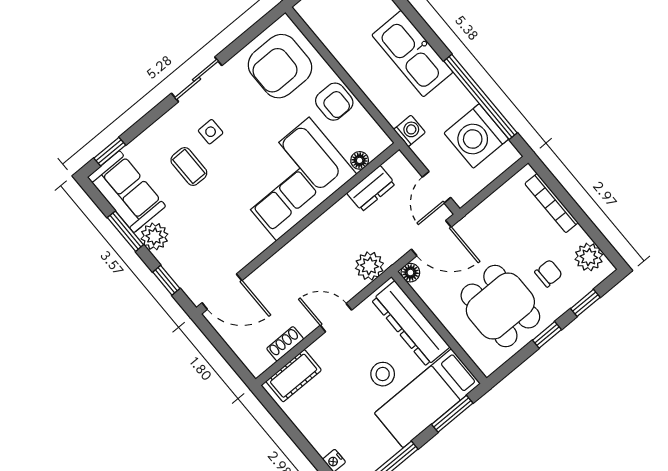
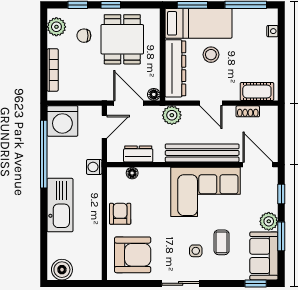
washing machine: (476, 136) -> (62, 121), moved, turned 90
corner sofa: (293, 179) -> (206, 192), moved
bench: (298, 251) -> (202, 153), added

